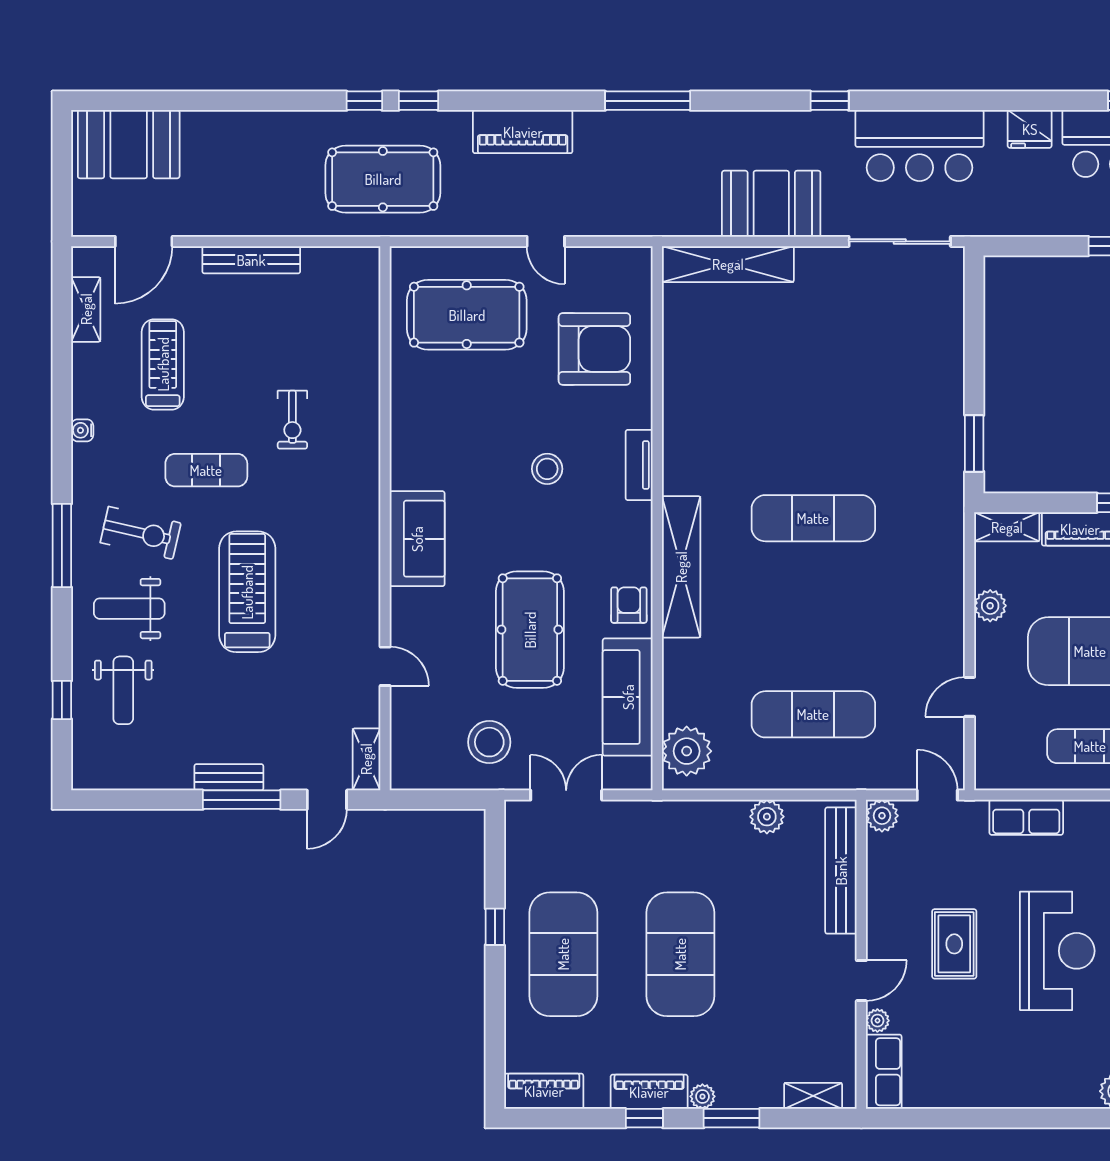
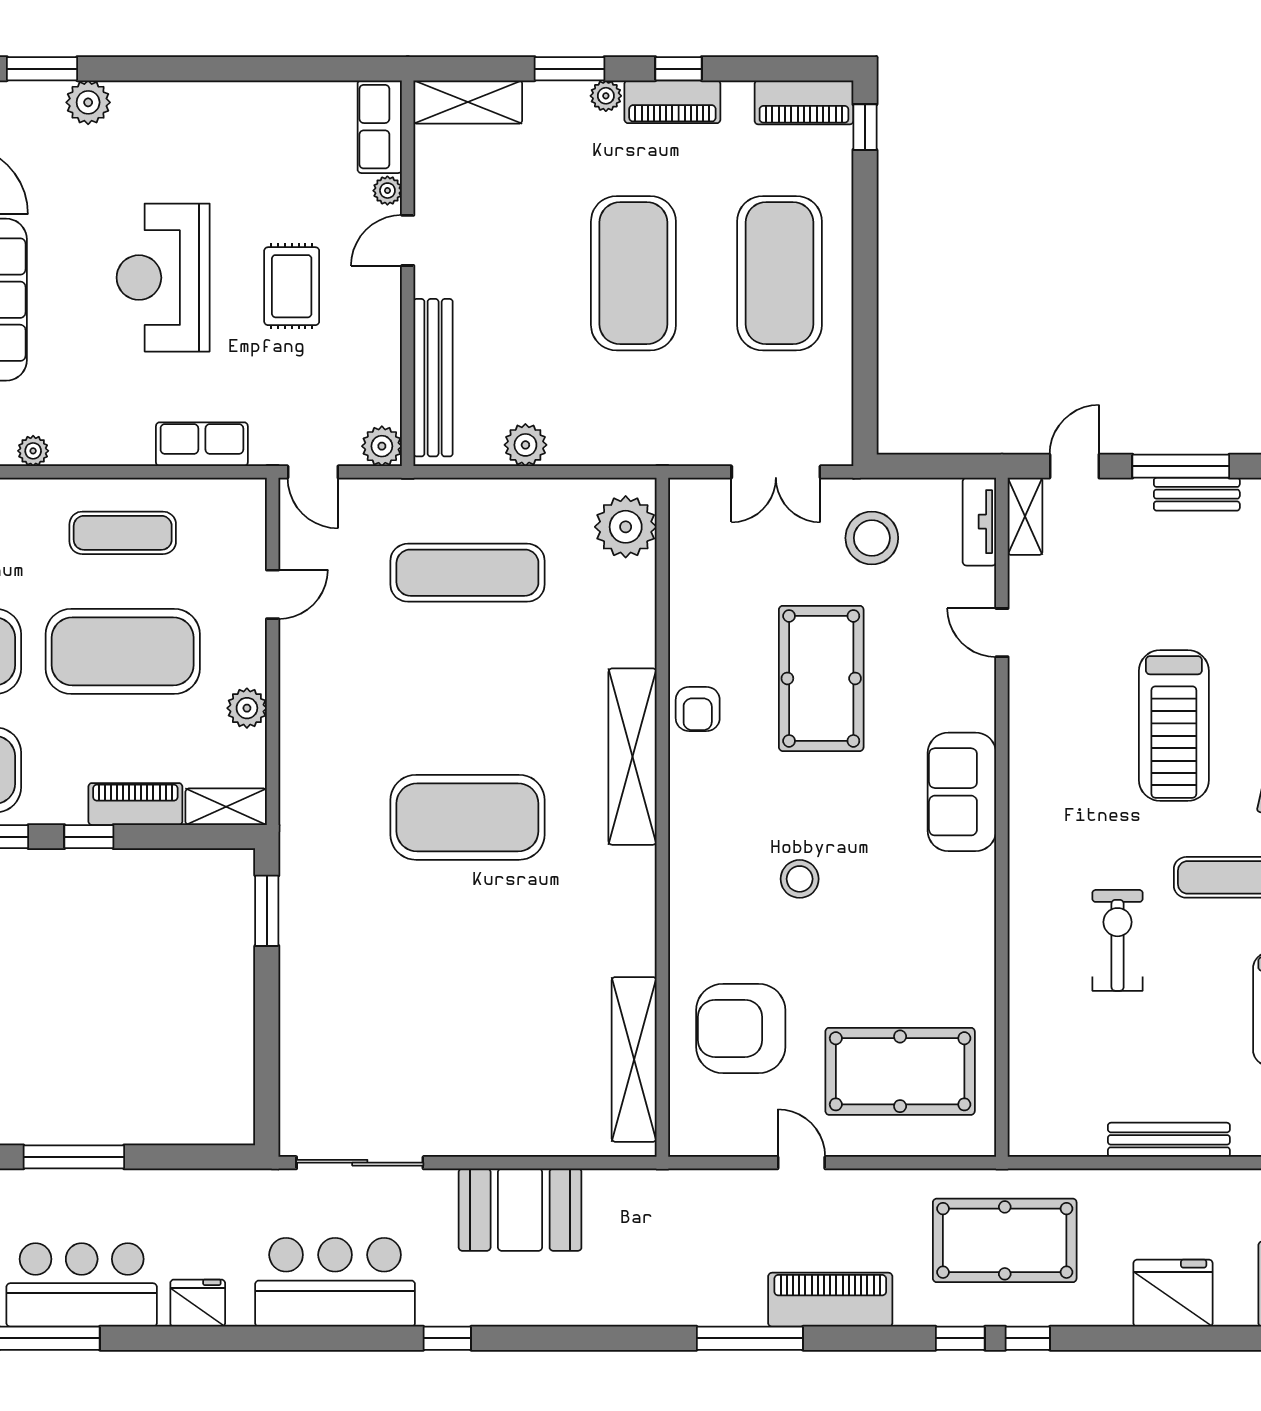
window: (648, 101) -> (750, 1338), moved
fridge: (248, 137) -> (1173, 1293), added
shelving: (728, 264) -> (634, 1059), moved, turned 90
exercise bike: (292, 420) -> (1118, 940), width x1.38, depth x1.39
tv unit: (639, 465) -> (979, 522), moved, turned 180
exercise mat: (813, 518) -> (467, 817), width x1.47
sofa: (628, 697) -> (699, 594), removed
window: (495, 927) -> (865, 127), moved
shelving: (813, 1096) -> (468, 102), width x1.50, depth x1.33

